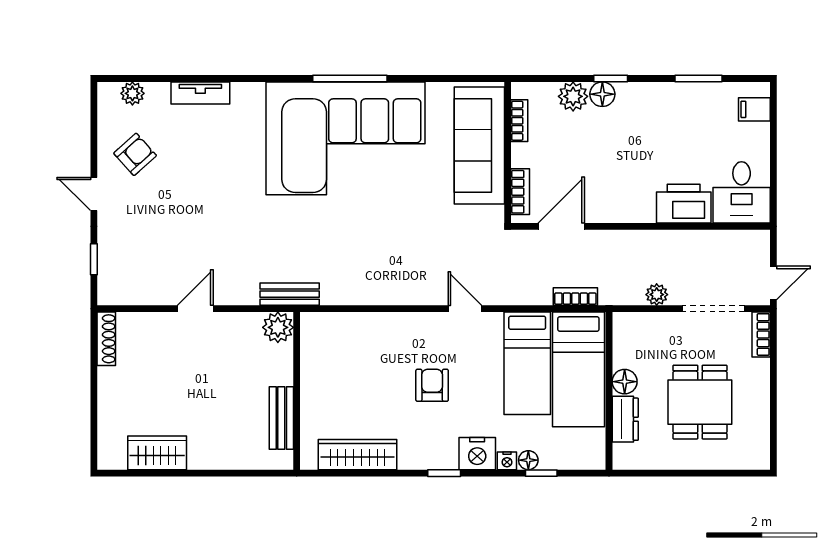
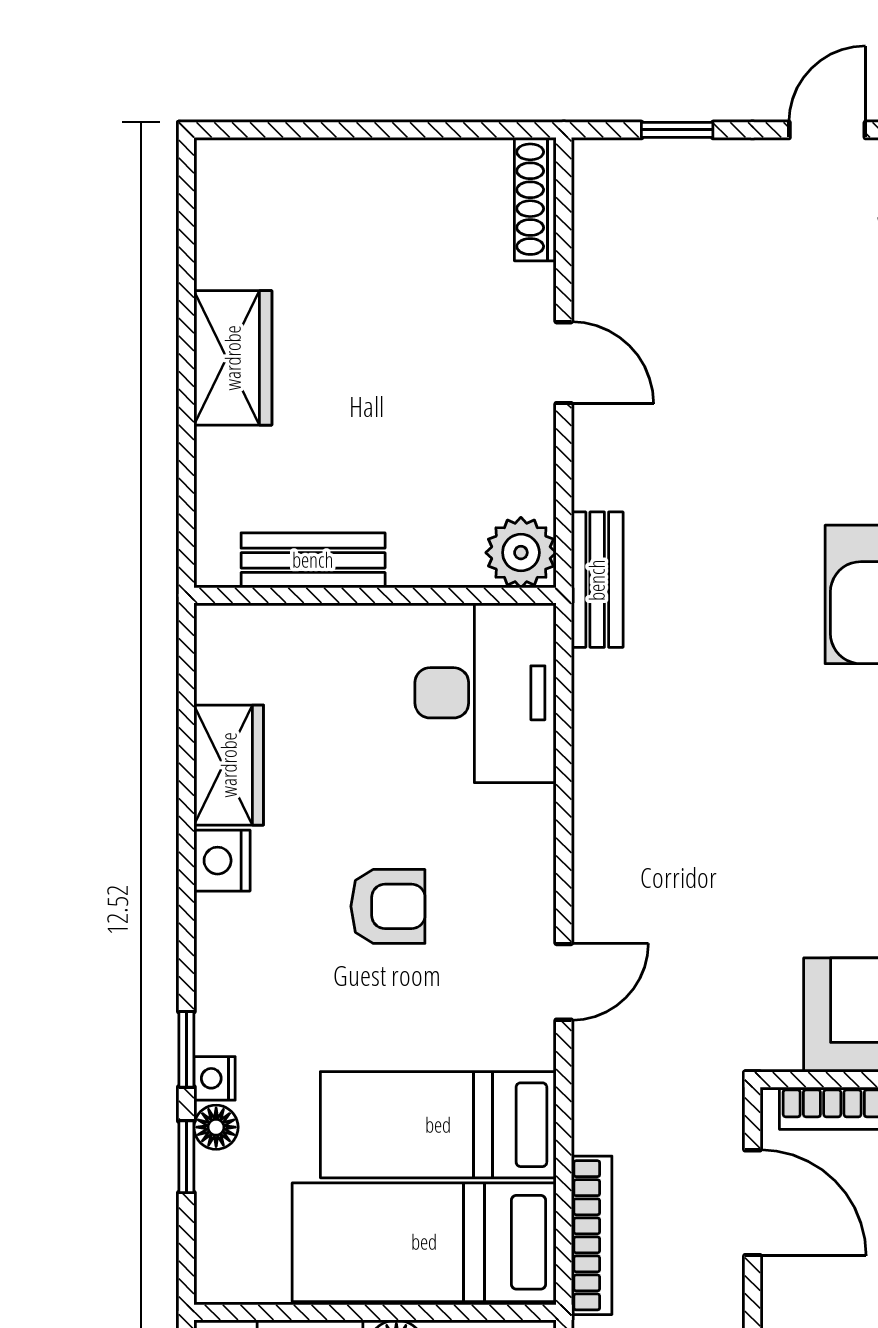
bookcase: (575, 297) -> (592, 1235), width x1.56
shoe rack: (106, 339) -> (535, 199), moved, turned 90
desk: (339, 343) -> (486, 693), added
wardrobe: (157, 453) -> (233, 358), moved
nightstand: (477, 454) -> (222, 861), moved, width x0.74, depth x0.75
wardrobe: (357, 455) -> (229, 765), width x0.67
window: (444, 473) -> (186, 1049), moved

